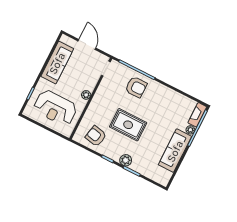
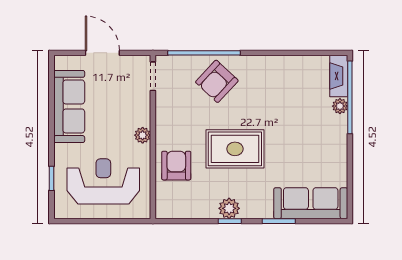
armchair: (136, 87) -> (217, 81), turned 133
reception desk: (55, 108) -> (103, 181), turned 180
armchair: (96, 136) -> (176, 166), moved, turned 78
sofa: (175, 151) -> (311, 203), moved, turned 90
plant: (126, 160) -> (229, 208), moved

